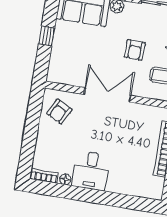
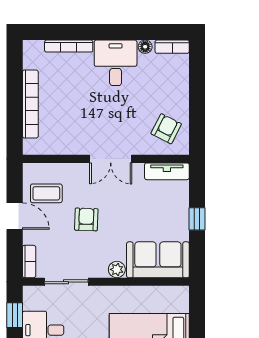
tv unit: (64, 78) -> (167, 171), added
double door: (107, 95) -> (111, 159), width x0.73
bookcase: (126, 190) -> (69, 46), added

